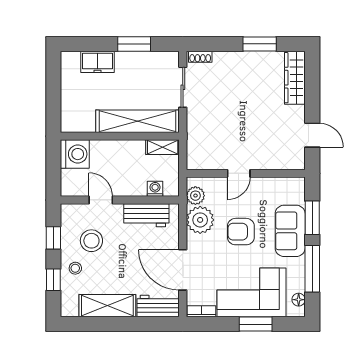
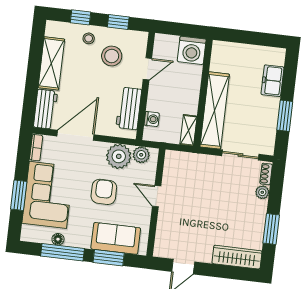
plant: (221, 58) -> (262, 192), added
sofa: (290, 231) -> (116, 238), moved
floor lamp: (299, 300) -> (58, 239), moved

